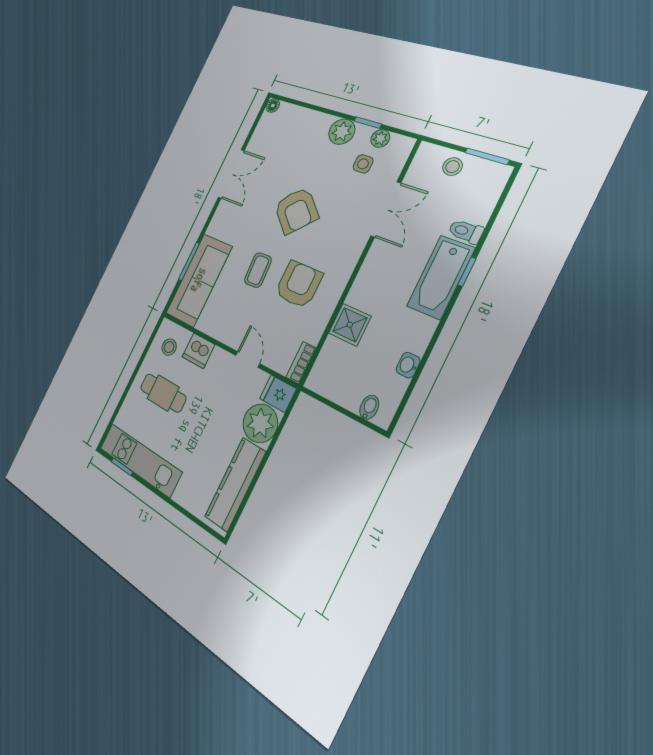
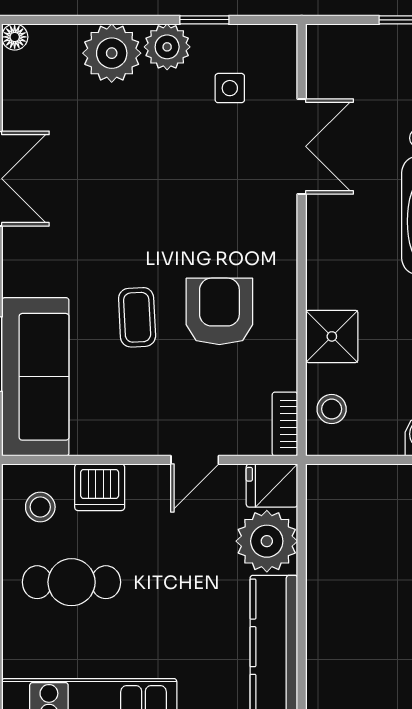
plant: (380, 138) -> (112, 53), moved, width x1.87, depth x1.87
stool: (453, 167) -> (332, 409), moved
armchair: (296, 211) -> (154, 199), removed
door: (248, 359) -> (195, 460), swing flipped

